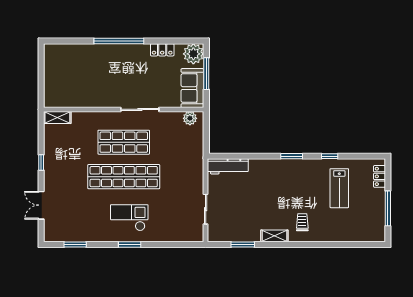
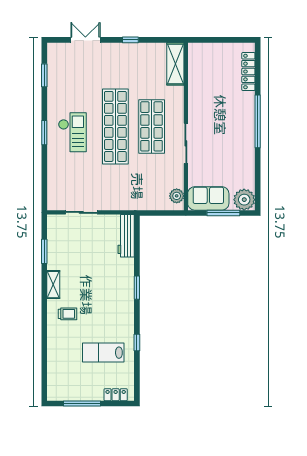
locker: (162, 50) -> (248, 72), moved, width x1.53
shelving: (57, 117) -> (175, 64), width x1.50, depth x1.33
window: (292, 156) -> (137, 288), moved

